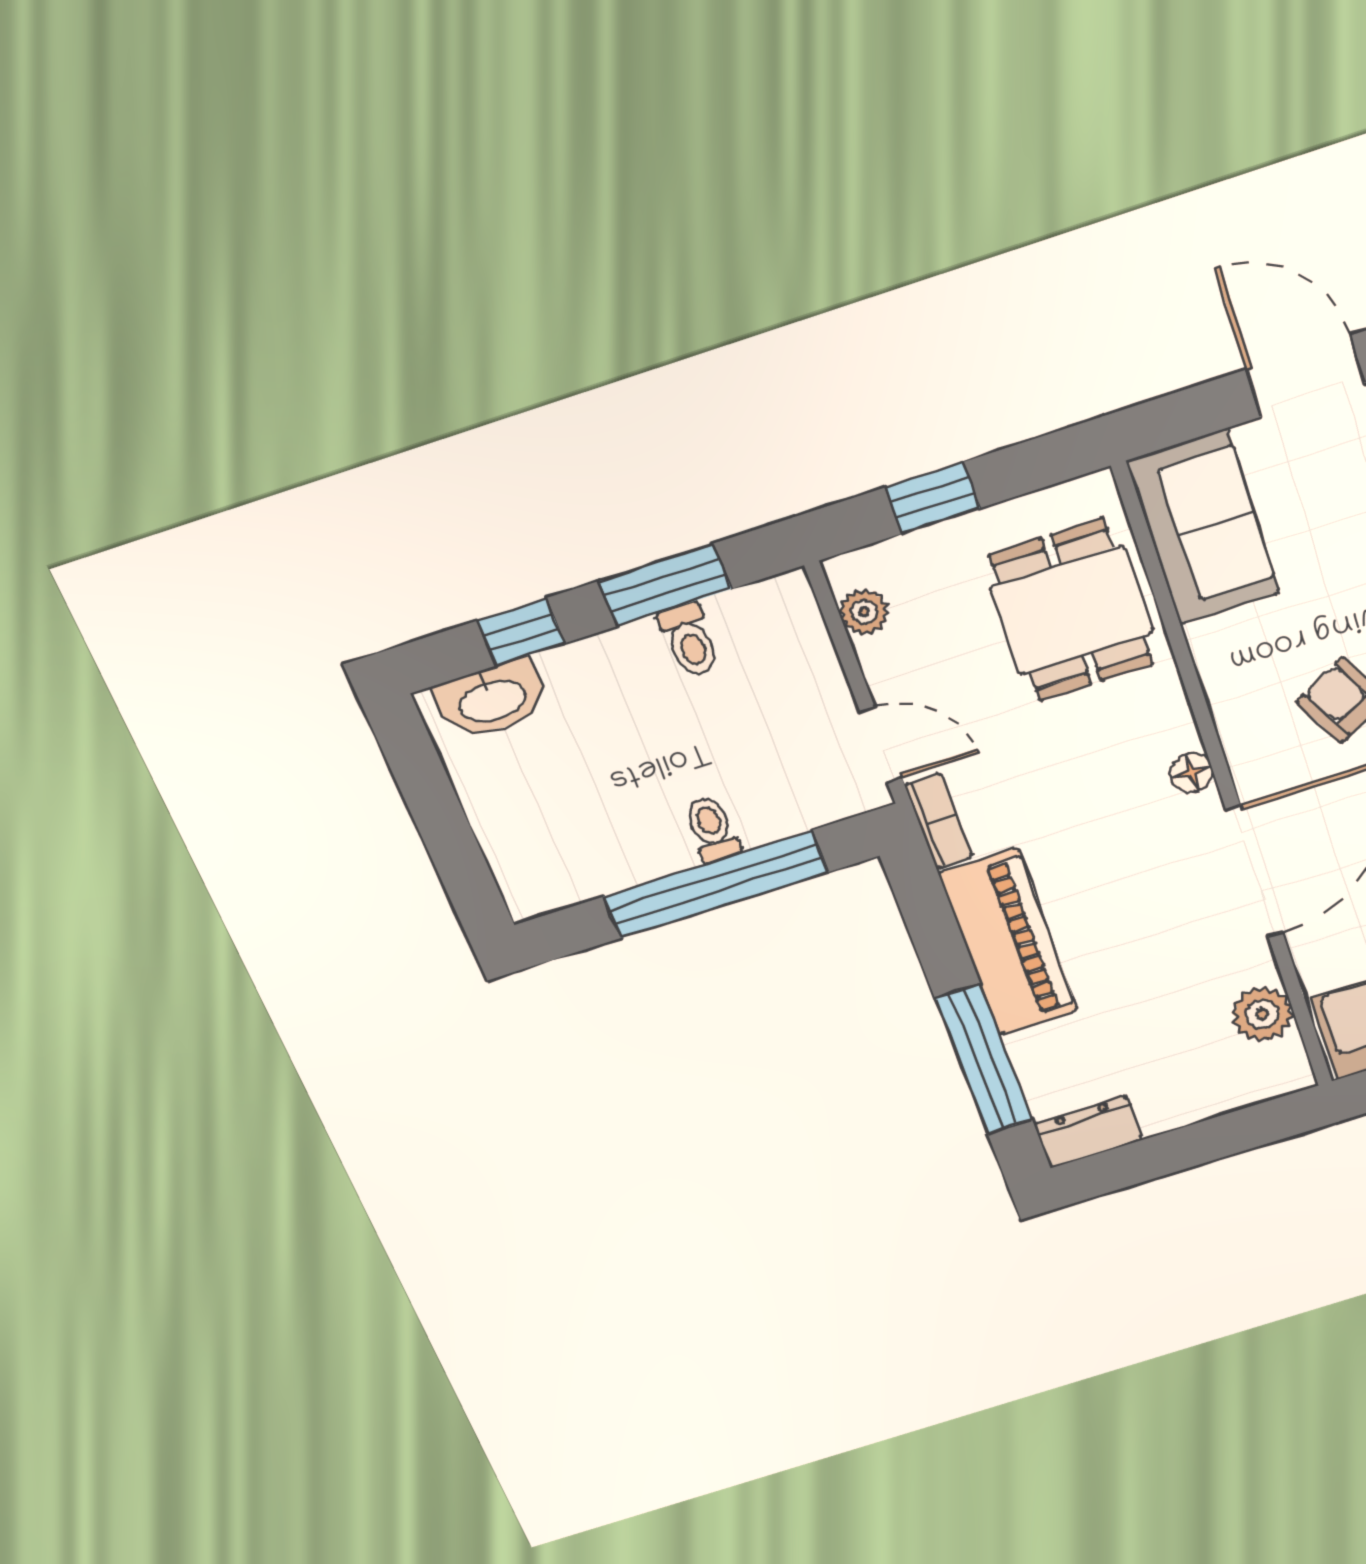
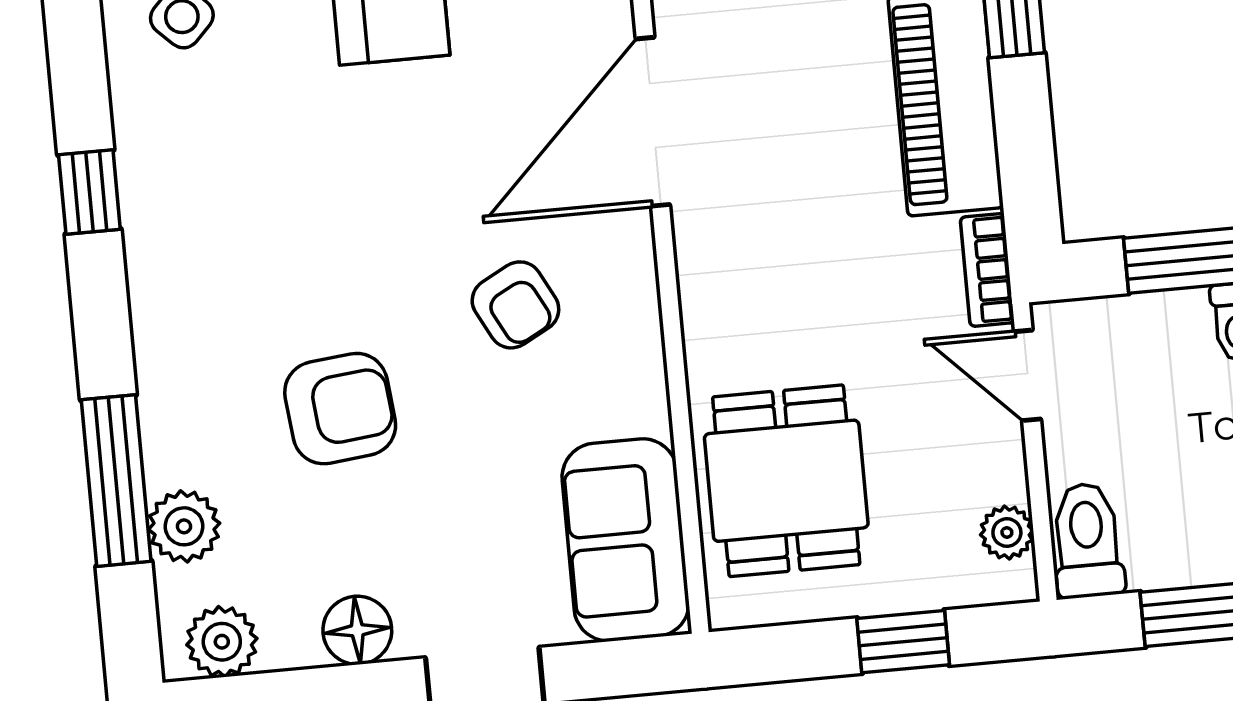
toilet: (689, 640) -> (1087, 540), moved, width x1.37, depth x1.39
floor lamp: (1192, 773) -> (698, 259), removed

